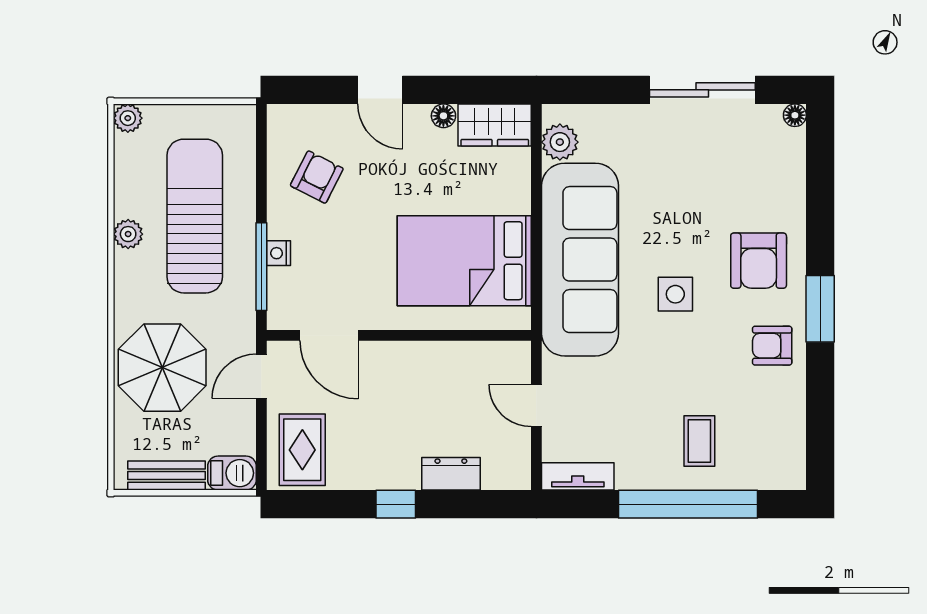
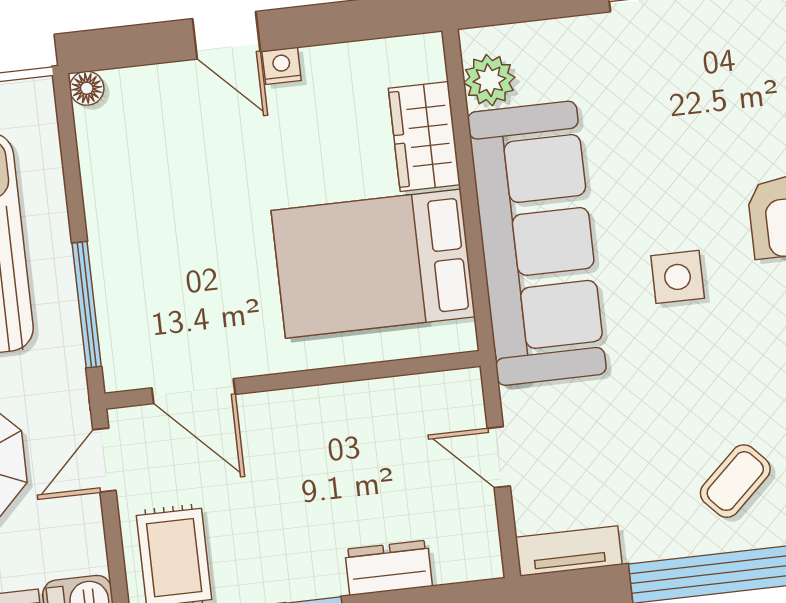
floor lamp: (443, 116) -> (87, 88), moved
wardrobe: (495, 125) -> (424, 137), moved, turned 90
armchair: (317, 177) -> (151, 169), removed
nightstand: (278, 253) -> (282, 66), moved, turned 90
coffee table: (699, 441) -> (735, 481), turned 47

